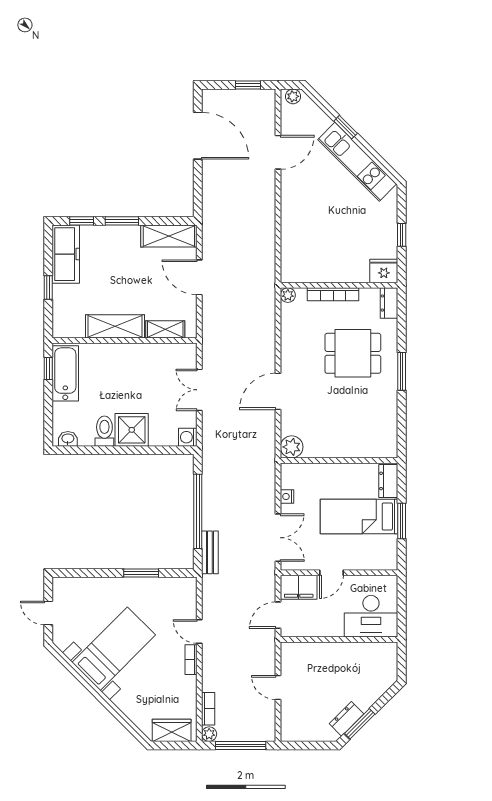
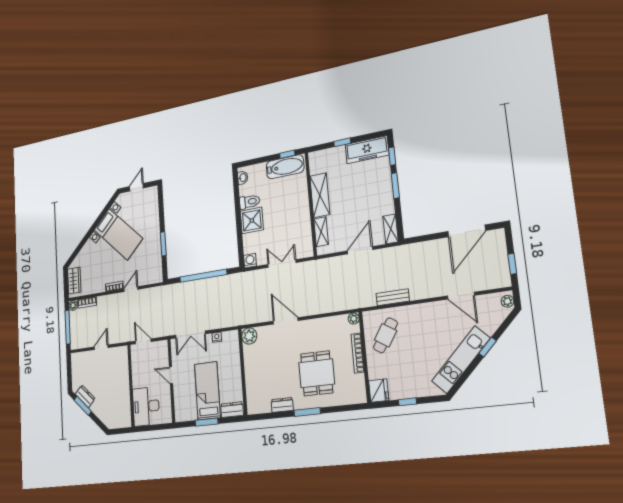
shelving: (169, 236) -> (391, 229), width x0.67, depth x0.75
cafe table: (315, 255) -> (385, 335), added
dresser: (389, 303) -> (282, 405), moved
bench: (210, 552) -> (393, 297), moved
filing cabinet: (299, 587) -> (161, 353), removed

